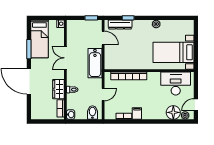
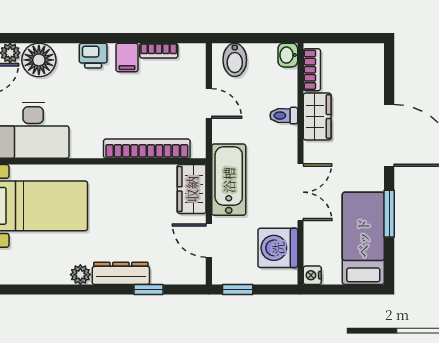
dresser: (120, 24) -> (121, 273), moved
washing machine: (75, 35) -> (278, 248), added
wardrobe: (110, 59) -> (192, 189), added
door: (103, 95) -> (209, 103), swing flipped
printer: (151, 114) -> (93, 56), added

